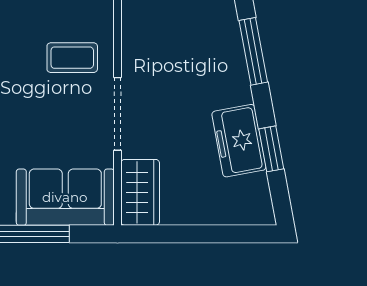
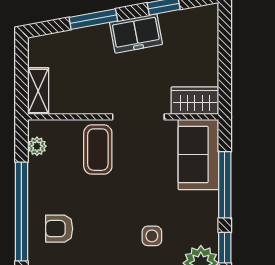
coffee table: (72, 58) -> (98, 150), width x1.36, depth x1.30
freezer: (239, 141) -> (136, 33), moved

